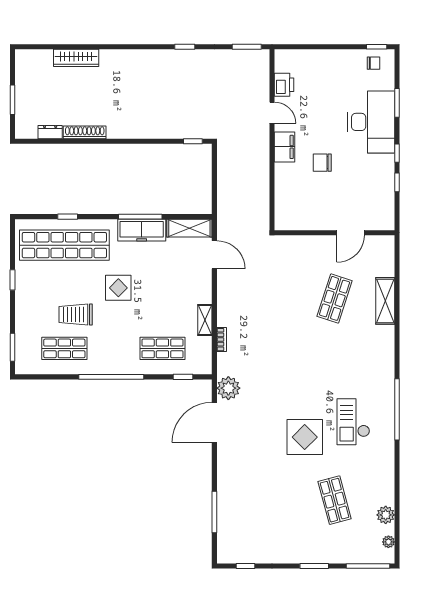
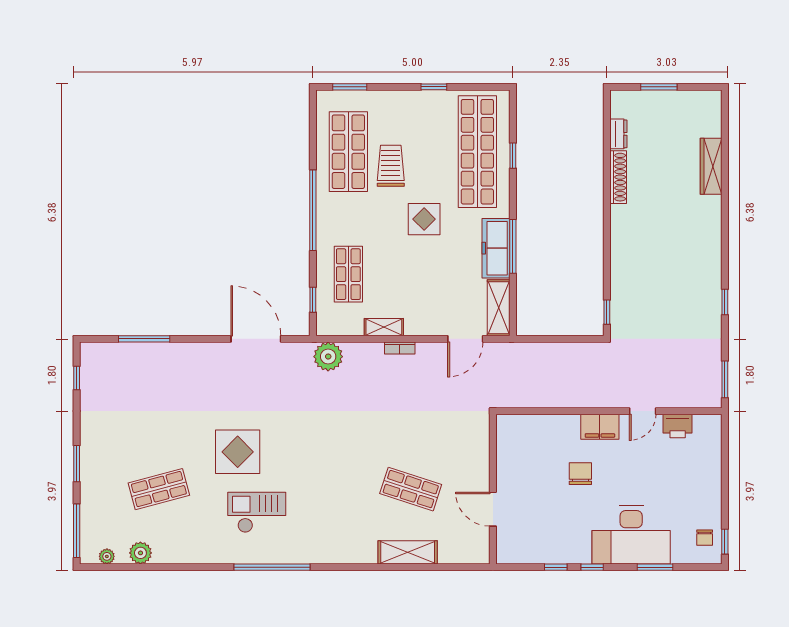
bookcase: (222, 340) -> (400, 348), moved
shop shelf: (64, 348) -> (348, 152), width x1.43, depth x1.36
plant: (228, 388) -> (328, 357), moved

